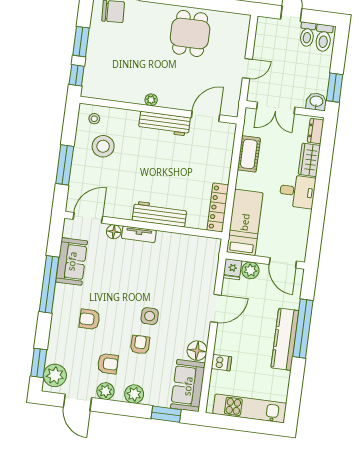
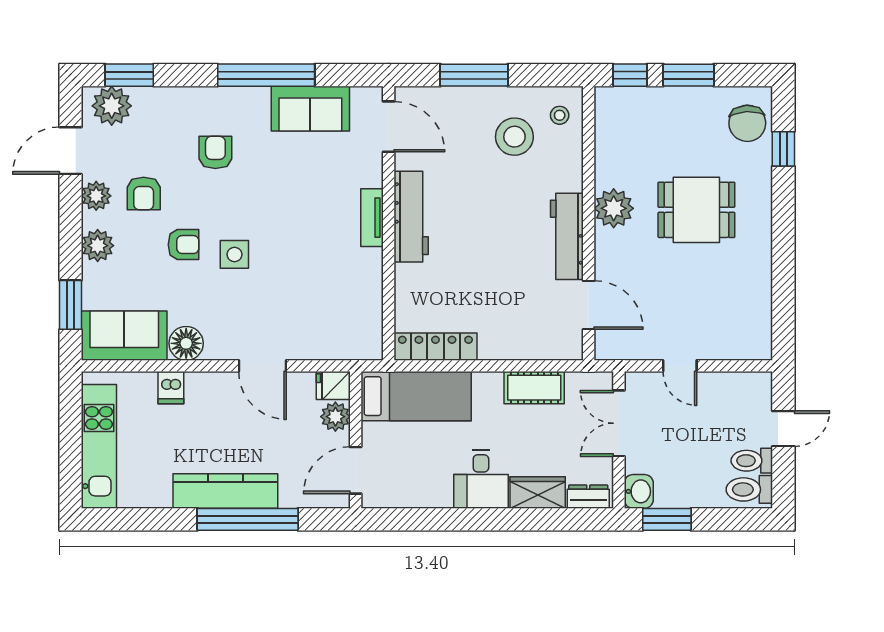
dining table: (190, 33) -> (696, 210), moved
plant: (151, 100) -> (614, 208), width x1.88, depth x1.88
workbench: (160, 214) -> (411, 217), moved
floor lamp: (114, 232) -> (371, 174), removed

